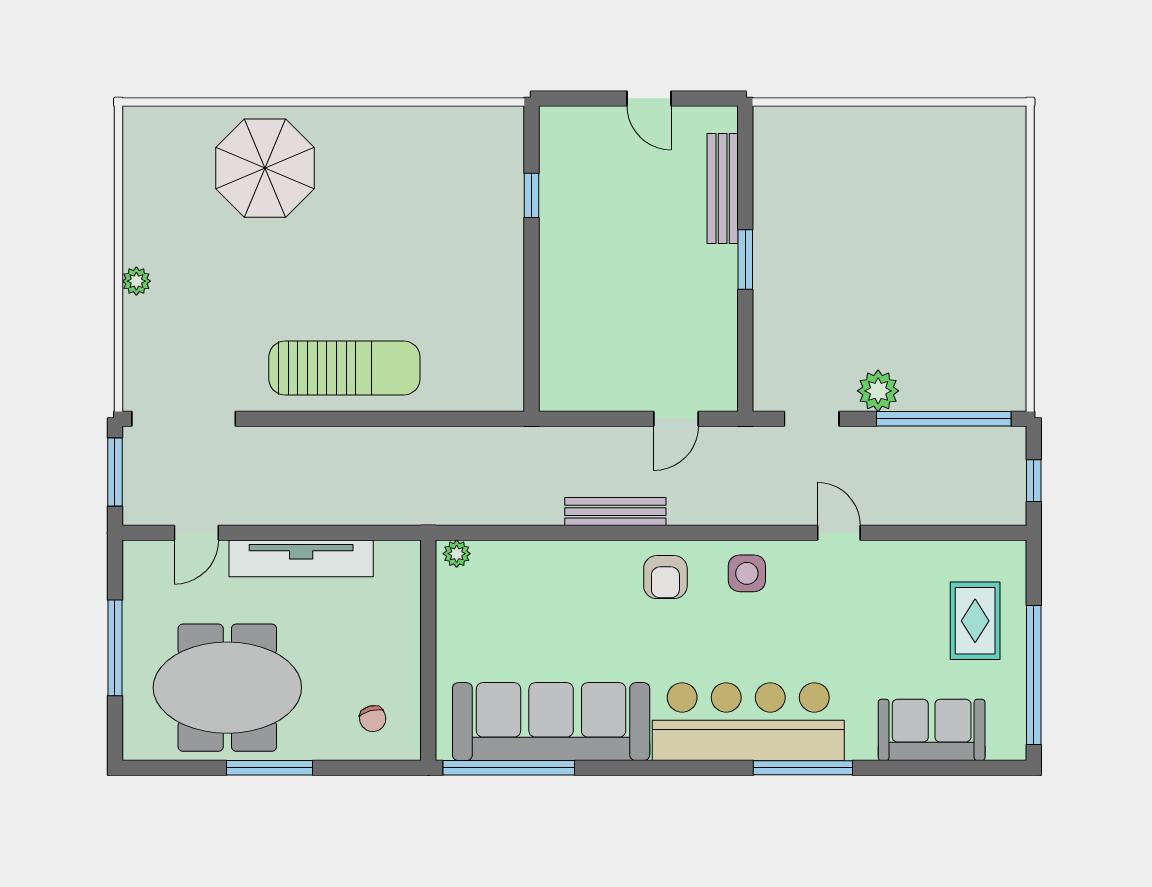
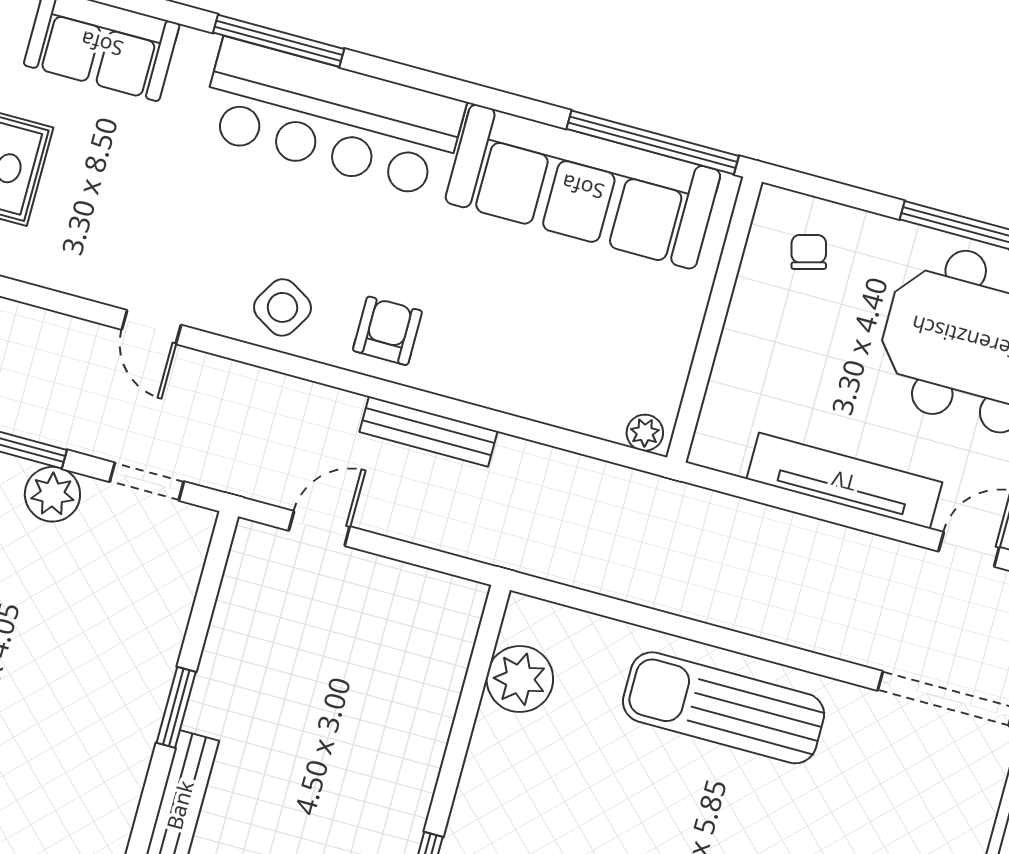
plant: (499, 349) -> (520, 679), added
side table: (747, 573) -> (282, 307), turned 31

